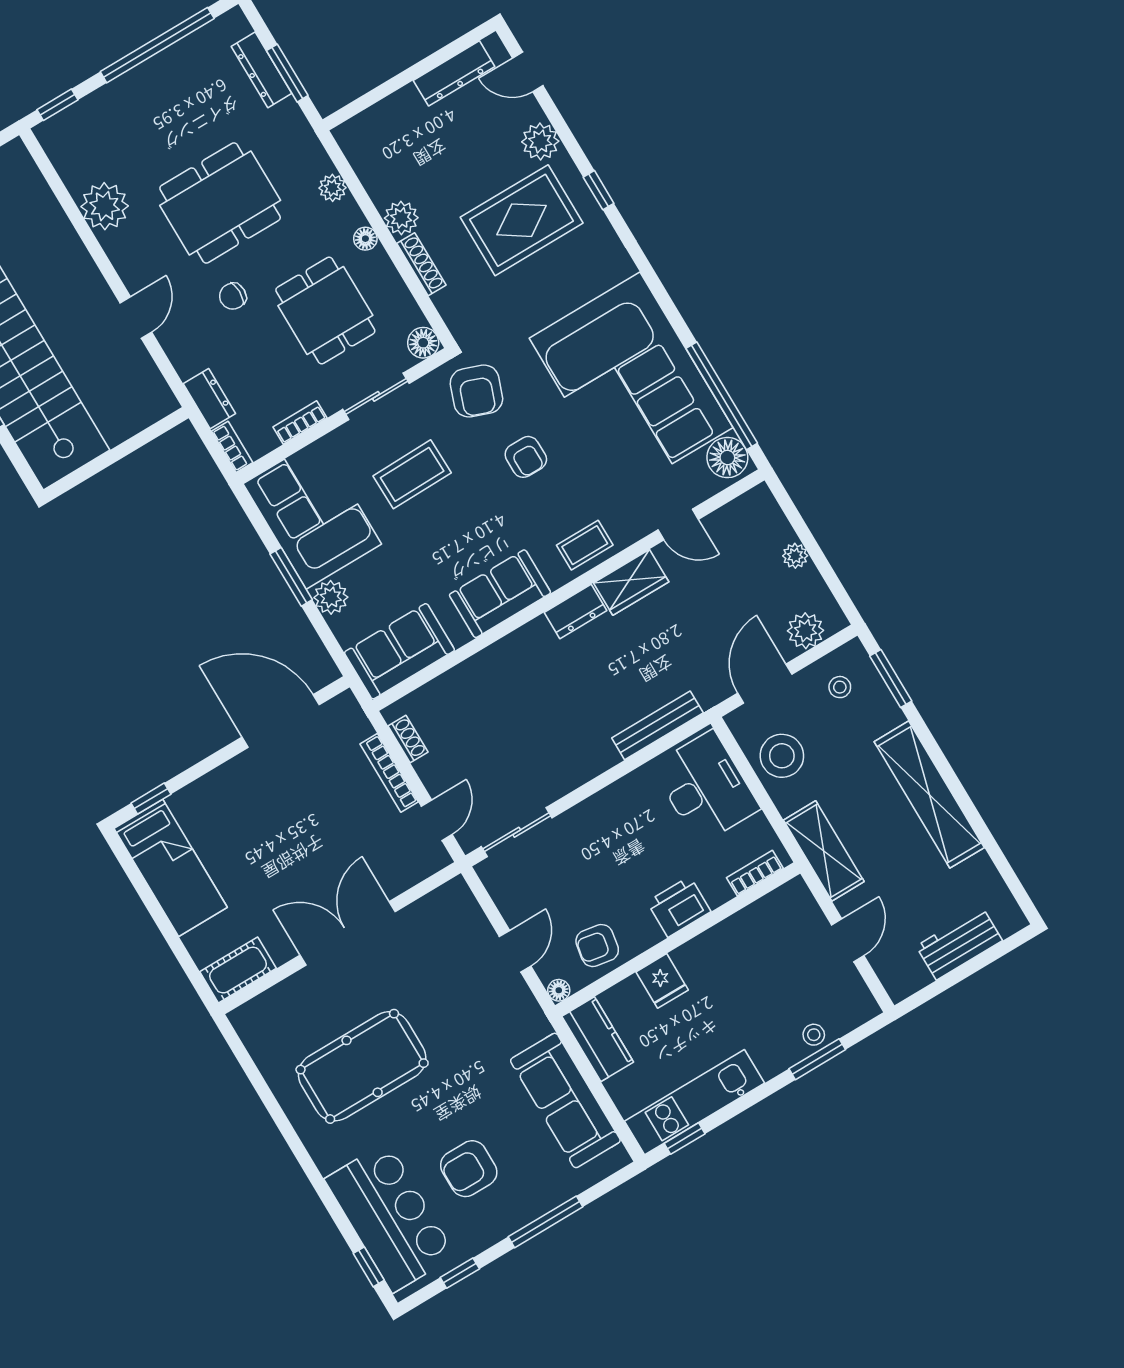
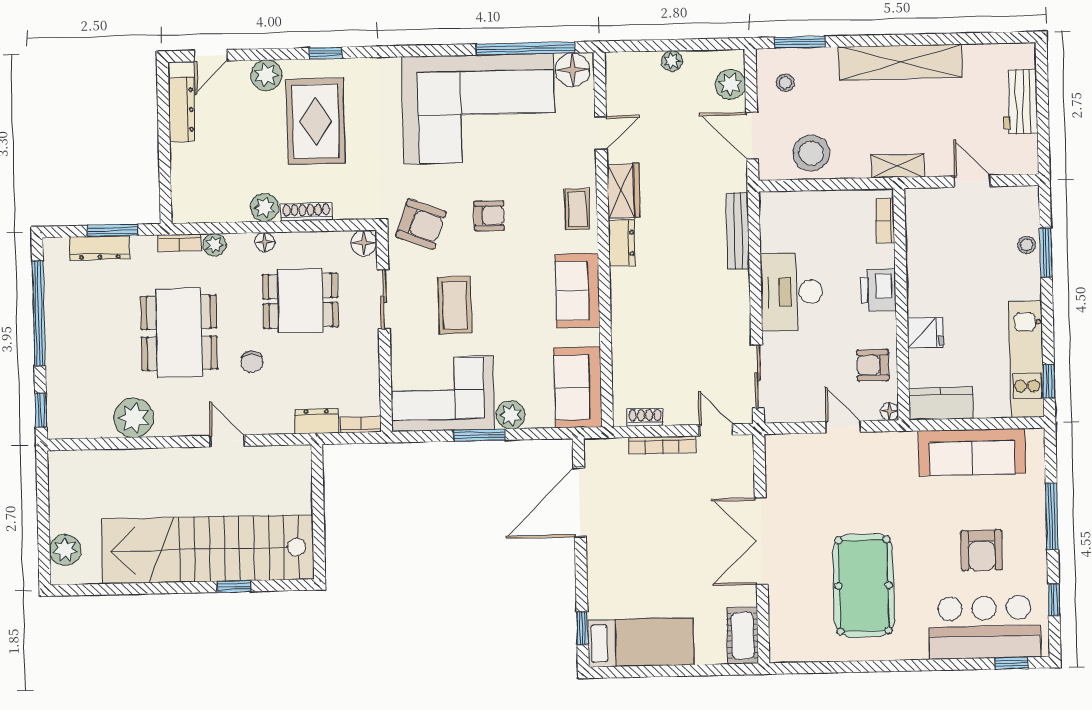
bookcase: (300, 422) -> (179, 243), moved, turned -90
desk: (706, 787) -> (792, 292), moved, turned -90
shelving: (824, 851) -> (898, 166), width x0.67, depth x0.75
armchair: (597, 946) -> (873, 365), turned 80

